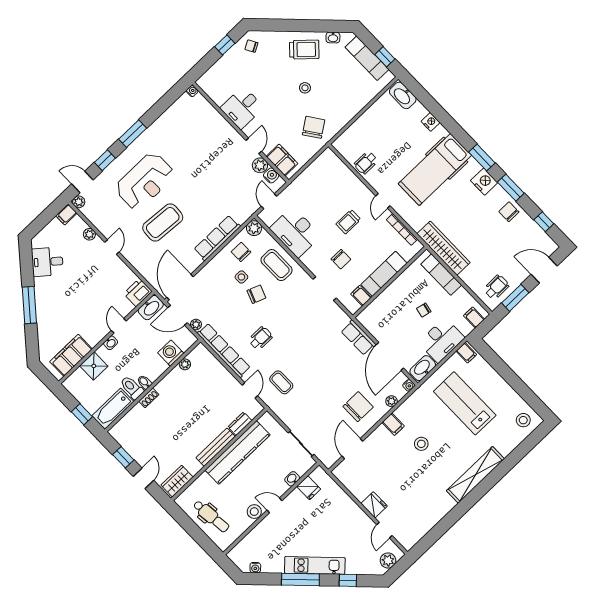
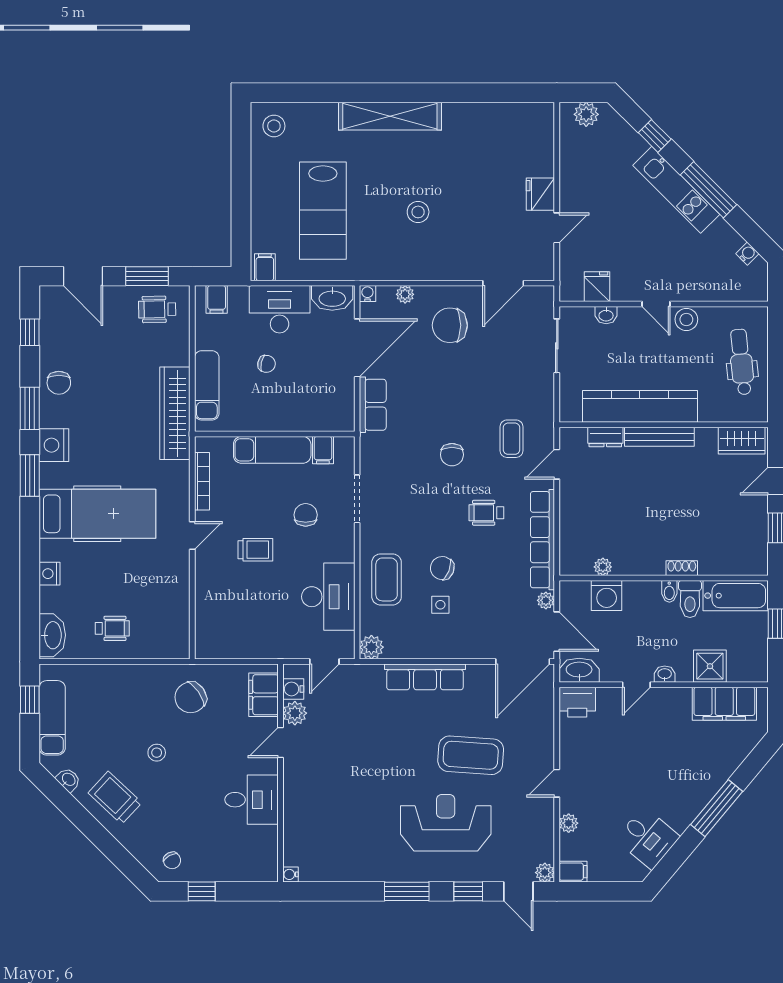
wheelchair: (366, 163) -> (112, 628), moved
chair: (241, 252) -> (452, 455), moved
filing cabinet: (393, 424) -> (429, 266), removed
door: (384, 530) -> (557, 228), moved

